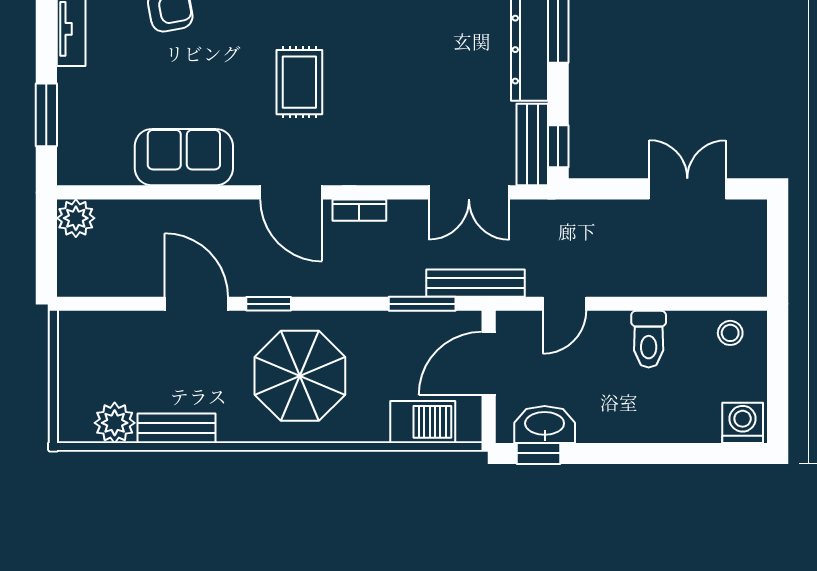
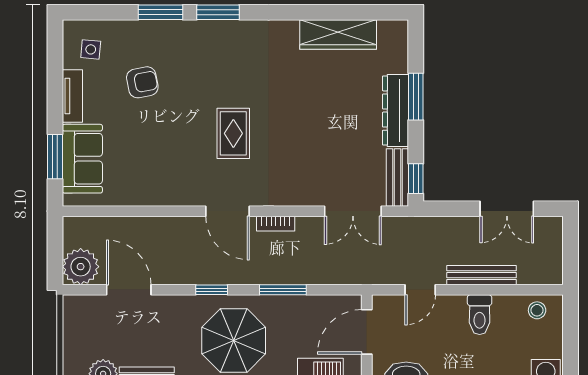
sofa: (184, 157) -> (82, 159), moved, turned 90
double door: (687, 189) -> (507, 209), swing flipped
plant: (76, 218) -> (81, 267), moved, width x1.36, depth x1.36
bench: (476, 283) -> (482, 275), moved
door: (196, 304) -> (129, 290), moved
window: (422, 304) -> (283, 290), moved

